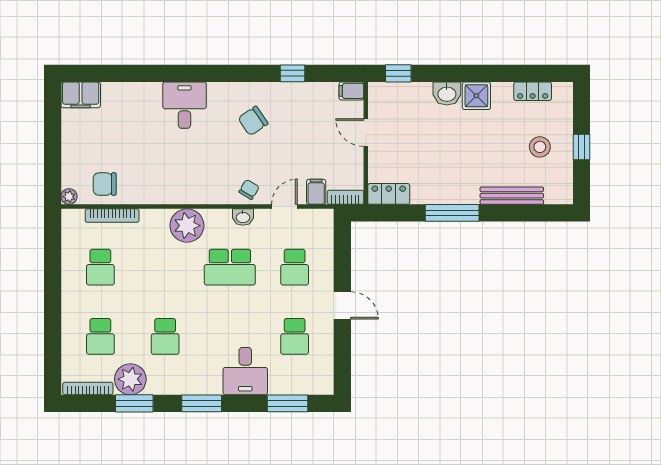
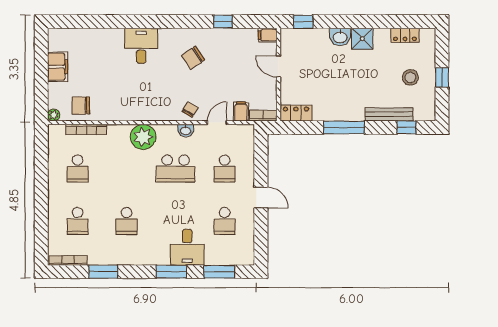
filing cabinet: (81, 95) -> (58, 67), moved, turned -90
window: (535, 213) -> (406, 127), added
plant: (130, 379) -> (100, 253), removed
window: (202, 403) -> (171, 272), moved

